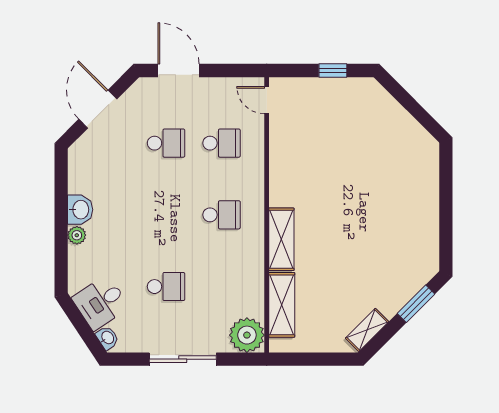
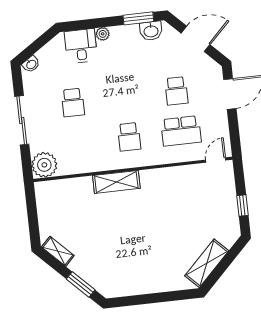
school desk: (222, 143) -> (181, 131), width x1.85
window: (61, 184) -> (138, 18), added
washbasin: (80, 210) -> (151, 31), moved
desk: (101, 303) -> (81, 46), moved, turned 34
shelving: (282, 305) -> (207, 263), moved, turned -45

